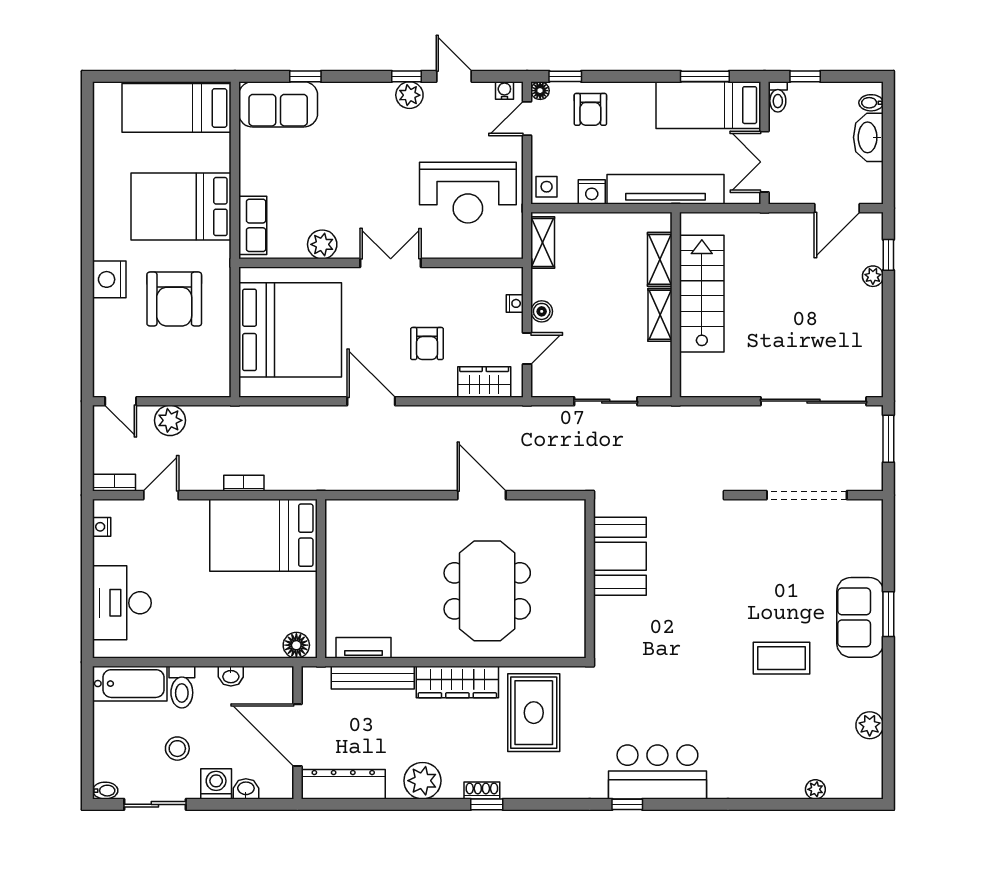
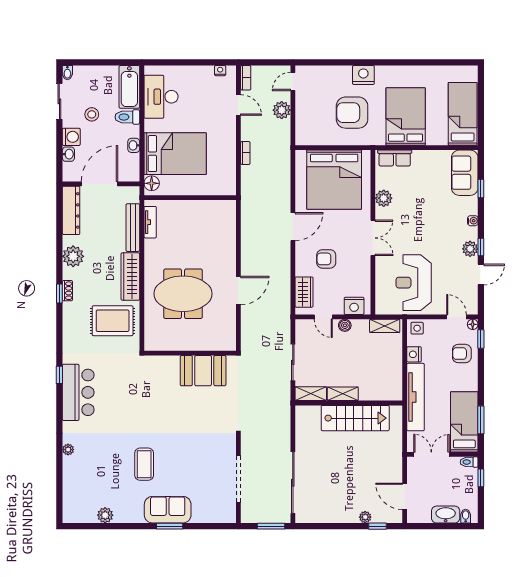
water cooler: (504, 90) -> (473, 221), moved
shelving: (660, 259) -> (311, 394), moved
nightstand: (515, 303) -> (354, 306), width x1.89, depth x1.79
bed: (263, 535) -> (175, 154), moved, turned 90
desk: (122, 603) -> (161, 97), moved, turned -90
plant: (815, 789) -> (68, 450), moved

